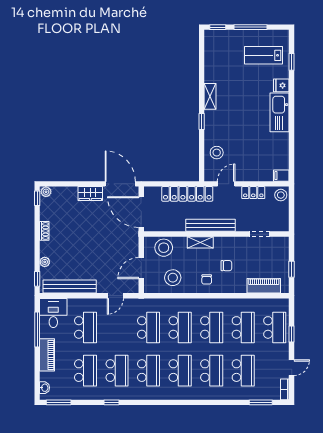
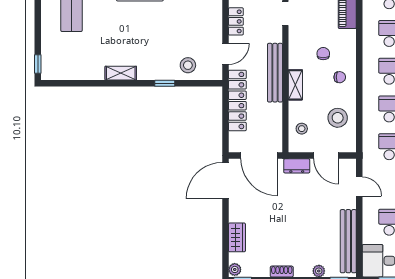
window: (251, 27) -> (38, 25), removed
window: (202, 121) -> (165, 83), moved
door: (226, 184) -> (225, 54), swing flipped
wardrobe: (90, 194) -> (237, 237), moved
door: (141, 212) -> (259, 156), hinge flipped
dresser: (133, 243) -> (297, 166), added
stool: (164, 248) -> (302, 129), width x0.53, depth x0.53

